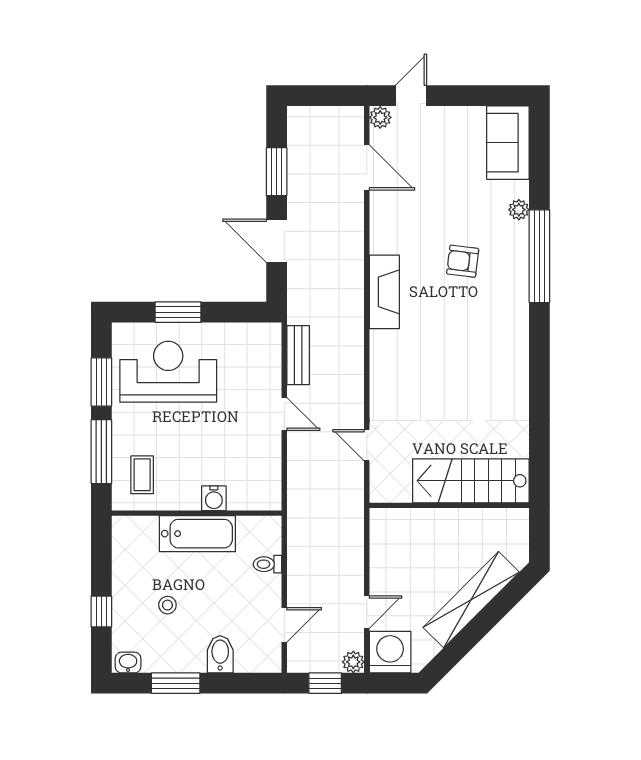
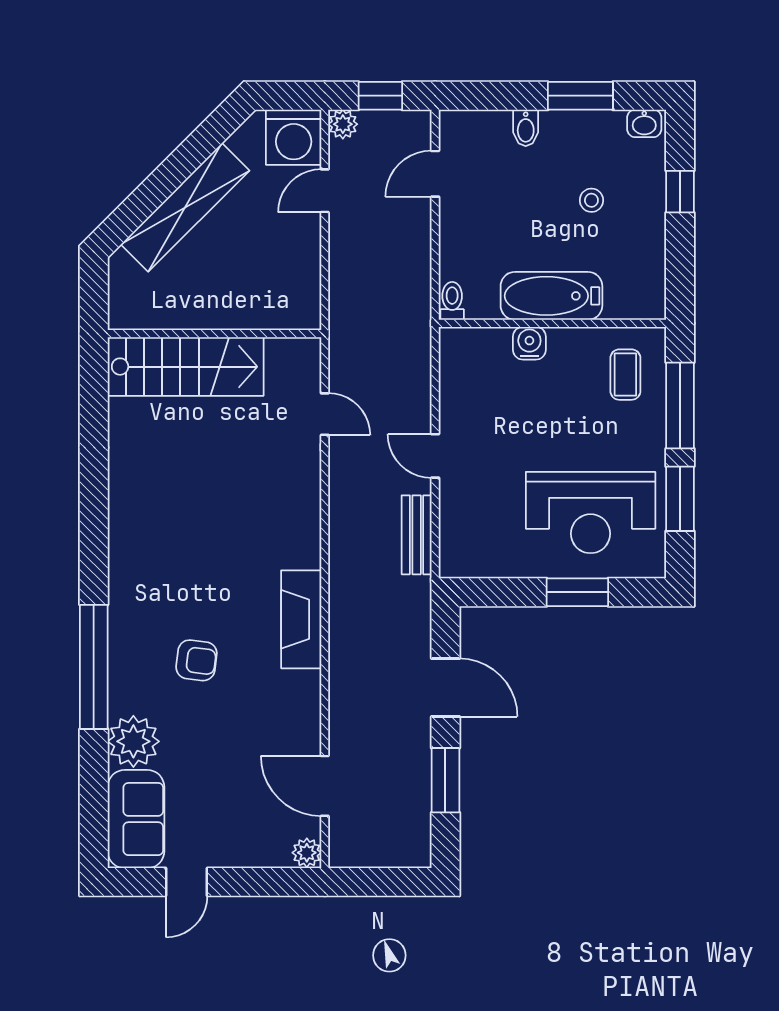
door: (411, 96) -> (187, 882), moved
plant: (519, 210) -> (133, 741), width x1.88, depth x1.88
toilet: (268, 564) -> (452, 301), moved, turned -90
bidet: (220, 654) -> (526, 128), width x0.72, depth x0.74

